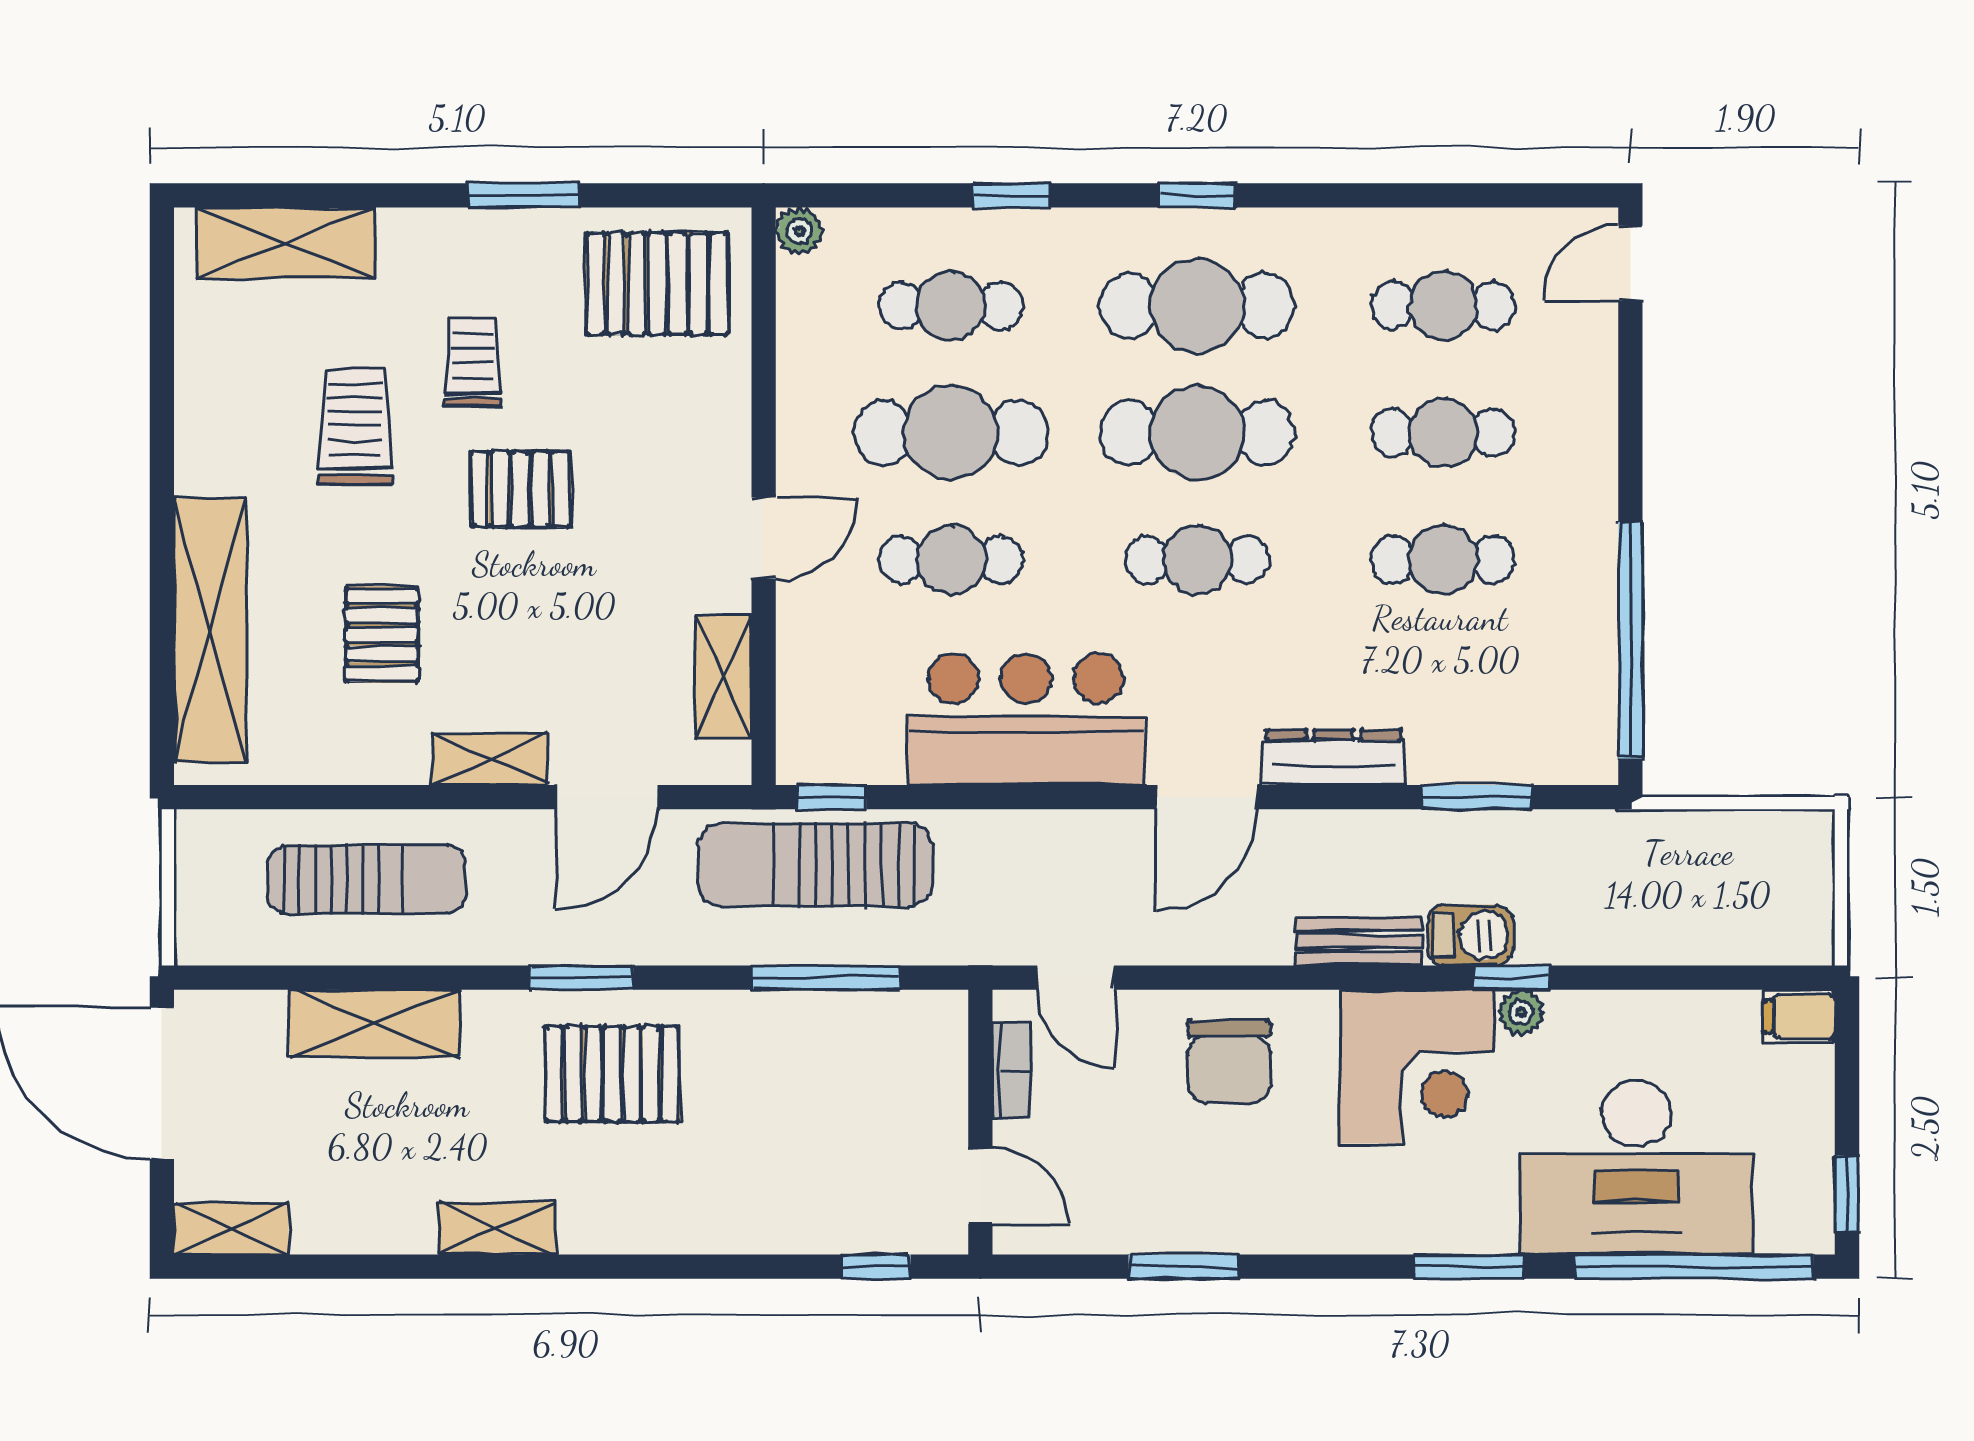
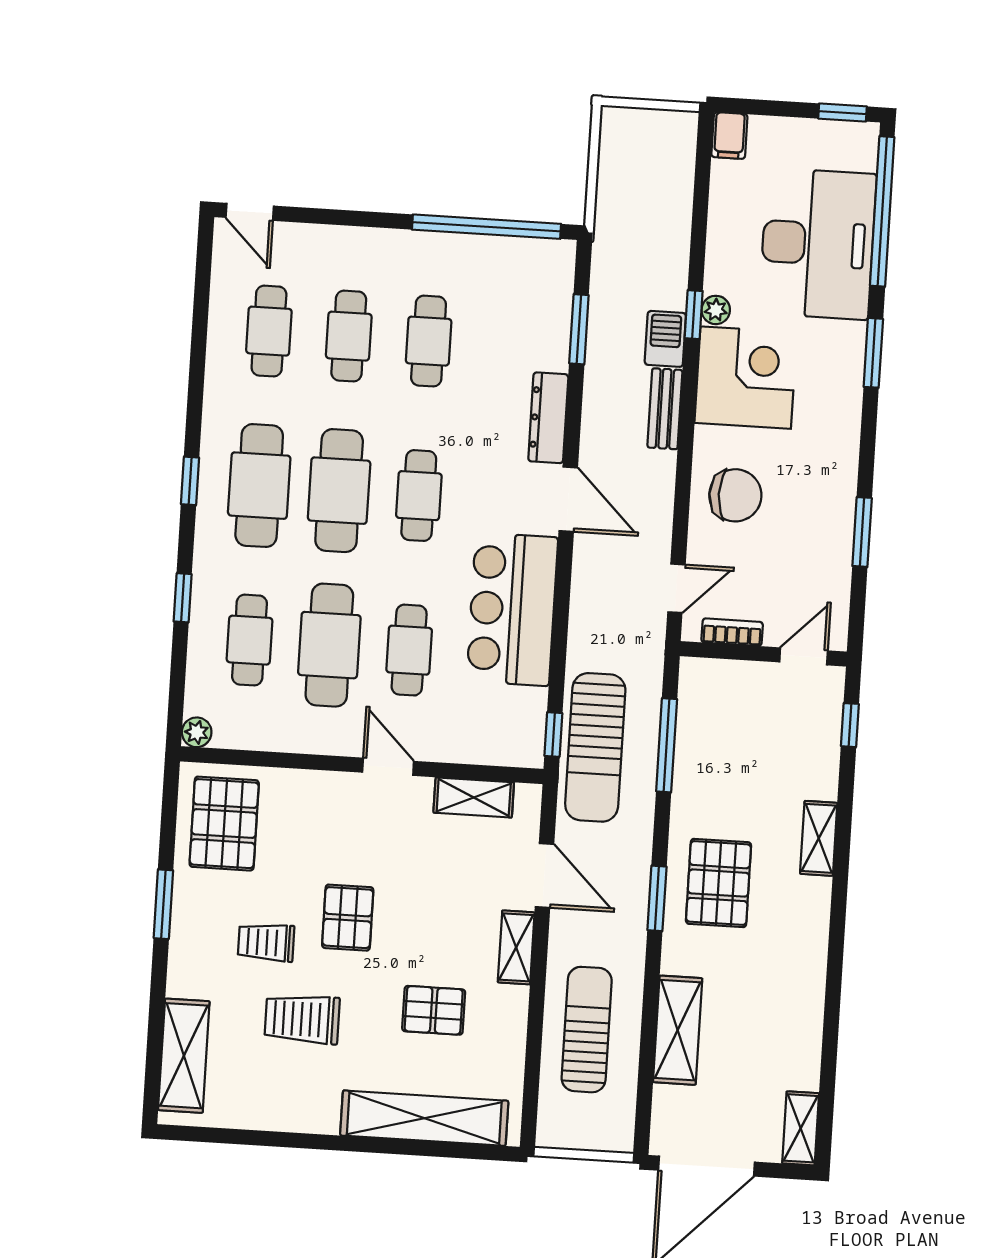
shelving: (497, 1228) -> (819, 838), moved

